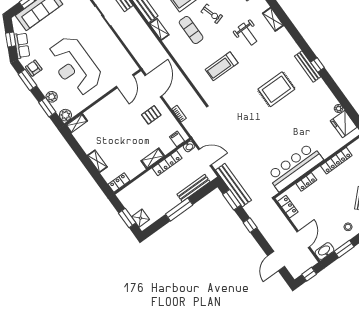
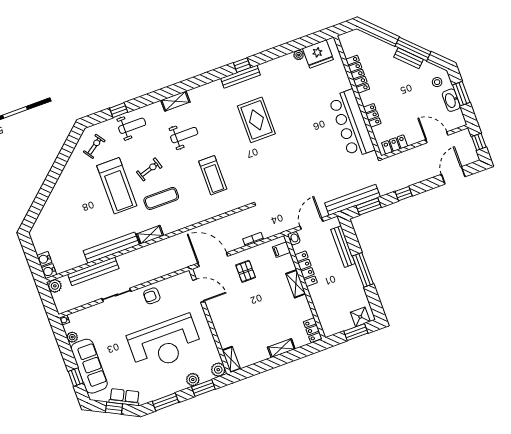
armchair: (34, 68) -> (152, 296), moved
washbasin: (324, 251) -> (451, 100), moved
door: (276, 261) -> (453, 175), swing flipped

